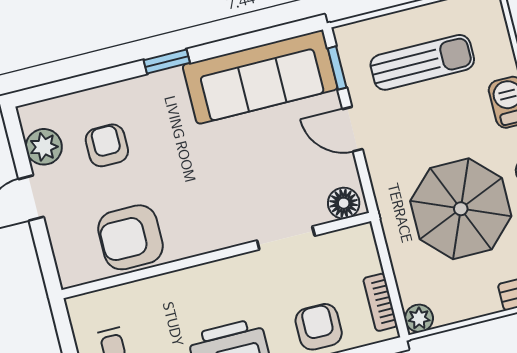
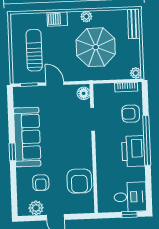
sofa: (260, 77) -> (27, 137), moved
door: (352, 129) -> (55, 84), swing flipped
armchair: (107, 145) -> (41, 183), turned -90

